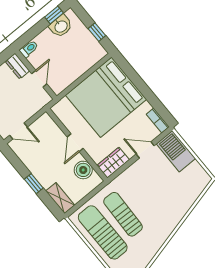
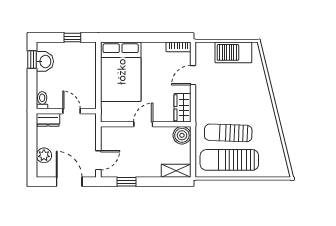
bed: (106, 97) -> (121, 72), width x0.73
door: (75, 143) -> (143, 124), swing flipped
barbecue: (176, 151) -> (233, 52), moved
boiler: (83, 170) -> (182, 135), moved
window: (34, 184) -> (126, 182), moved

